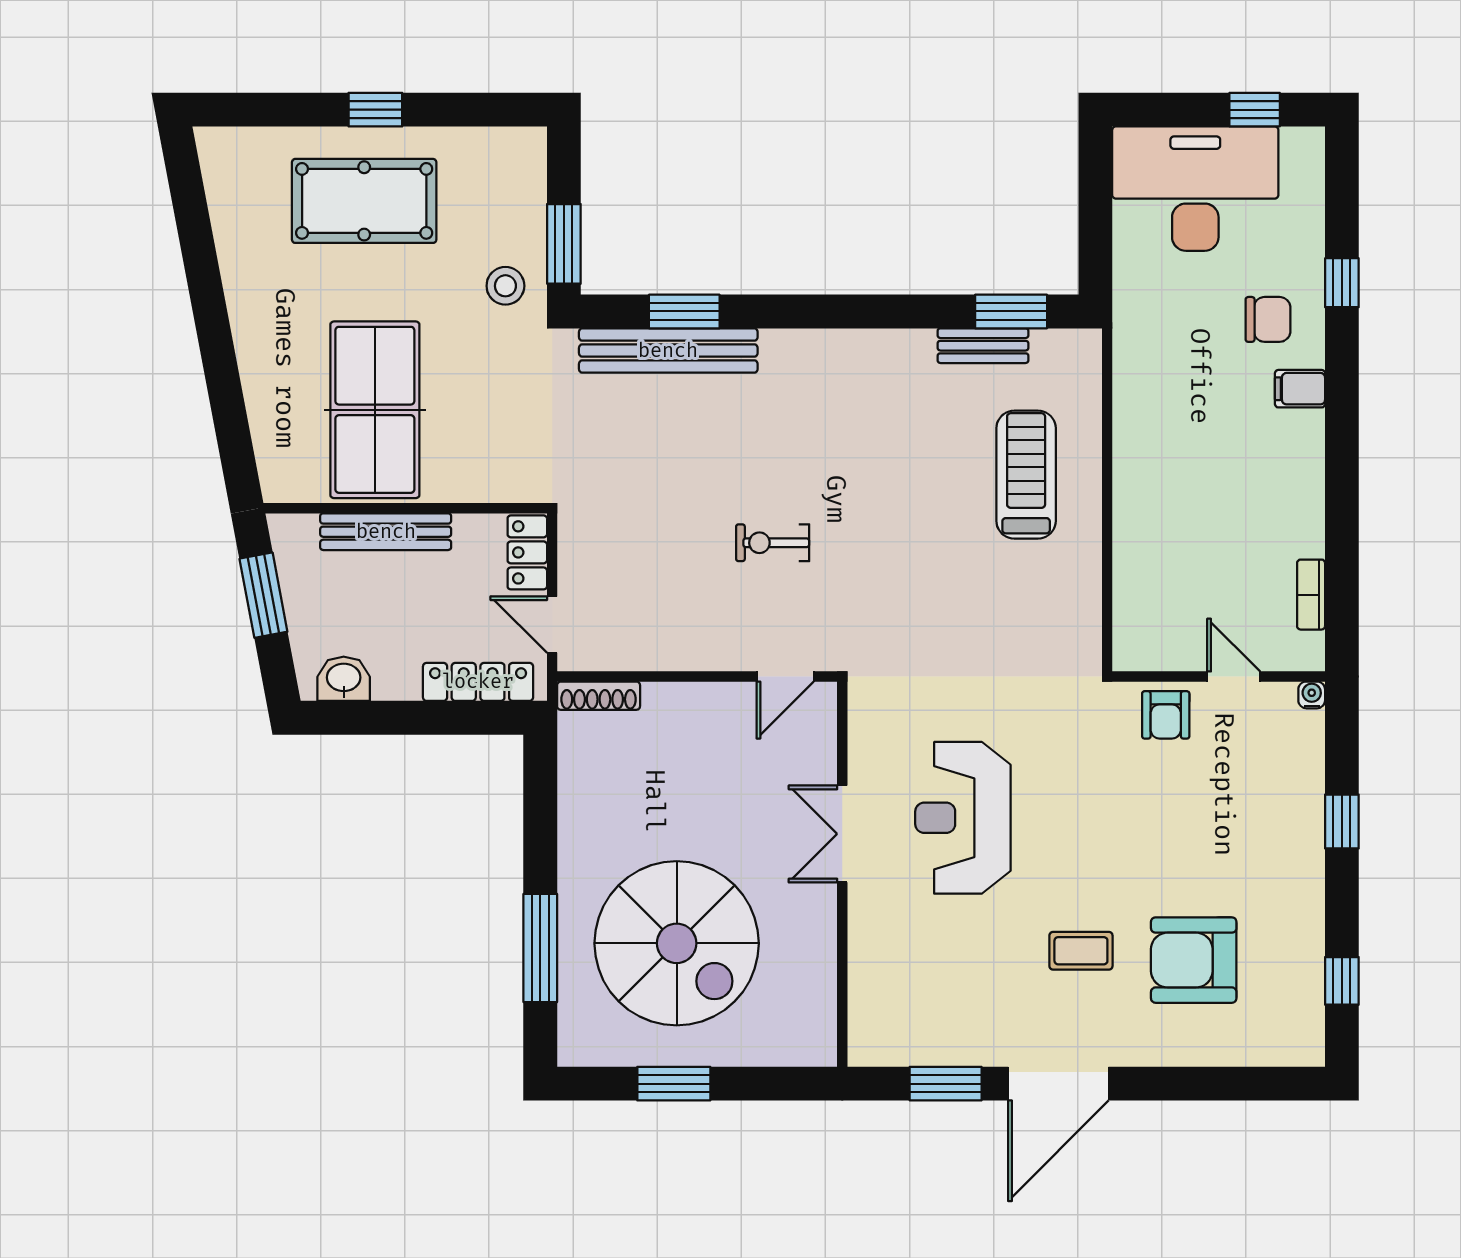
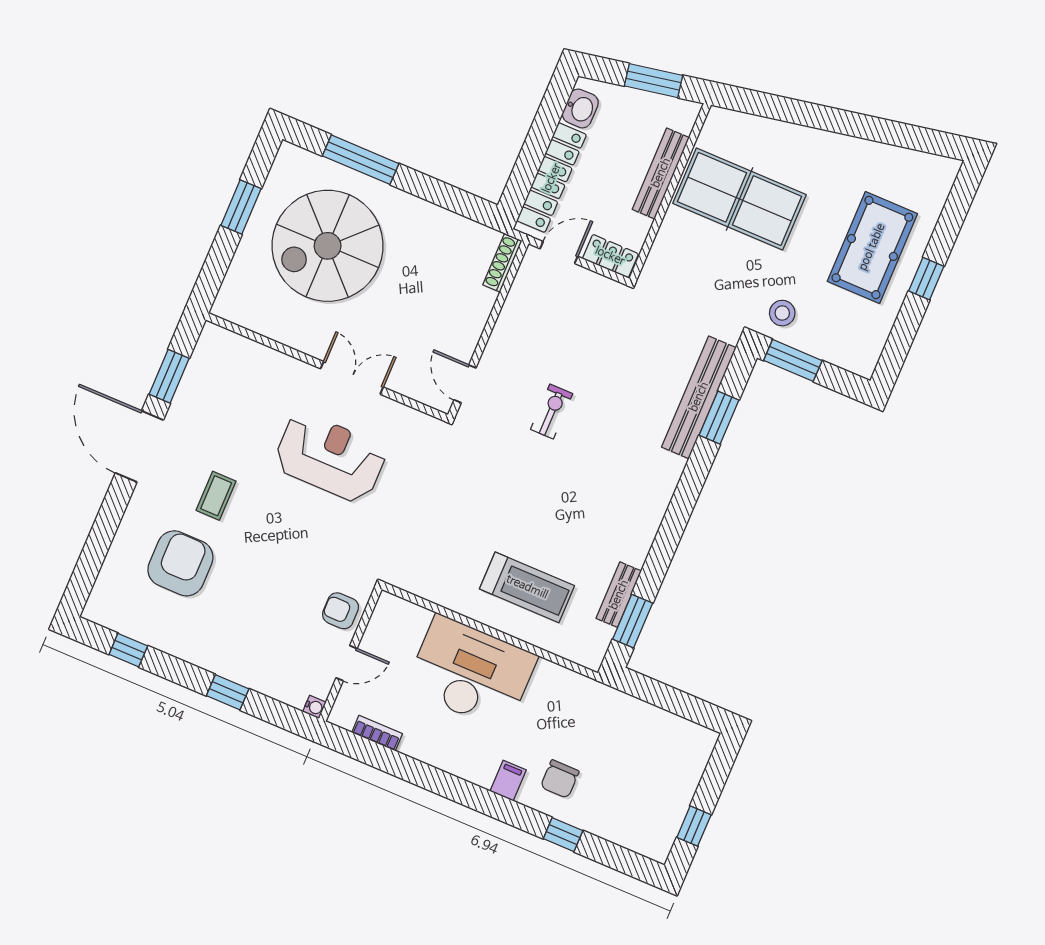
desk: (1195, 189) -> (471, 673), moved, turned -90
locker: (478, 682) -> (552, 178), width x1.41, depth x1.21

